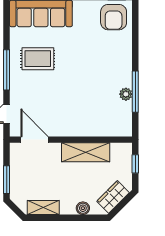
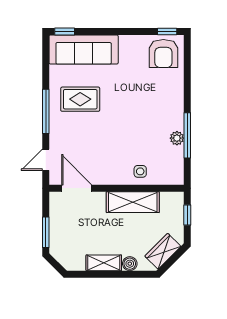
side table: (92, 124) -> (140, 171), added
shelving: (43, 207) -> (104, 263), moved

